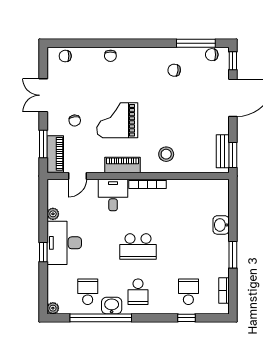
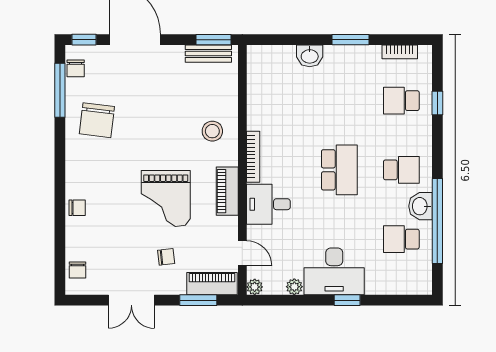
chair: (174, 70) -> (97, 120), width x1.87, depth x1.87
plant: (53, 308) -> (255, 287), moved

